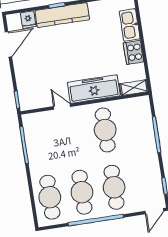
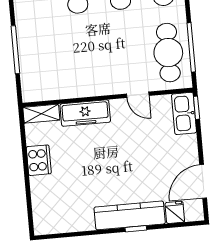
kitchen sink: (130, 25) -> (184, 113), moved, turned 180
freezer: (94, 89) -> (85, 113), width x0.73, depth x0.79
cafe table: (105, 130) -> (168, 53), moved

